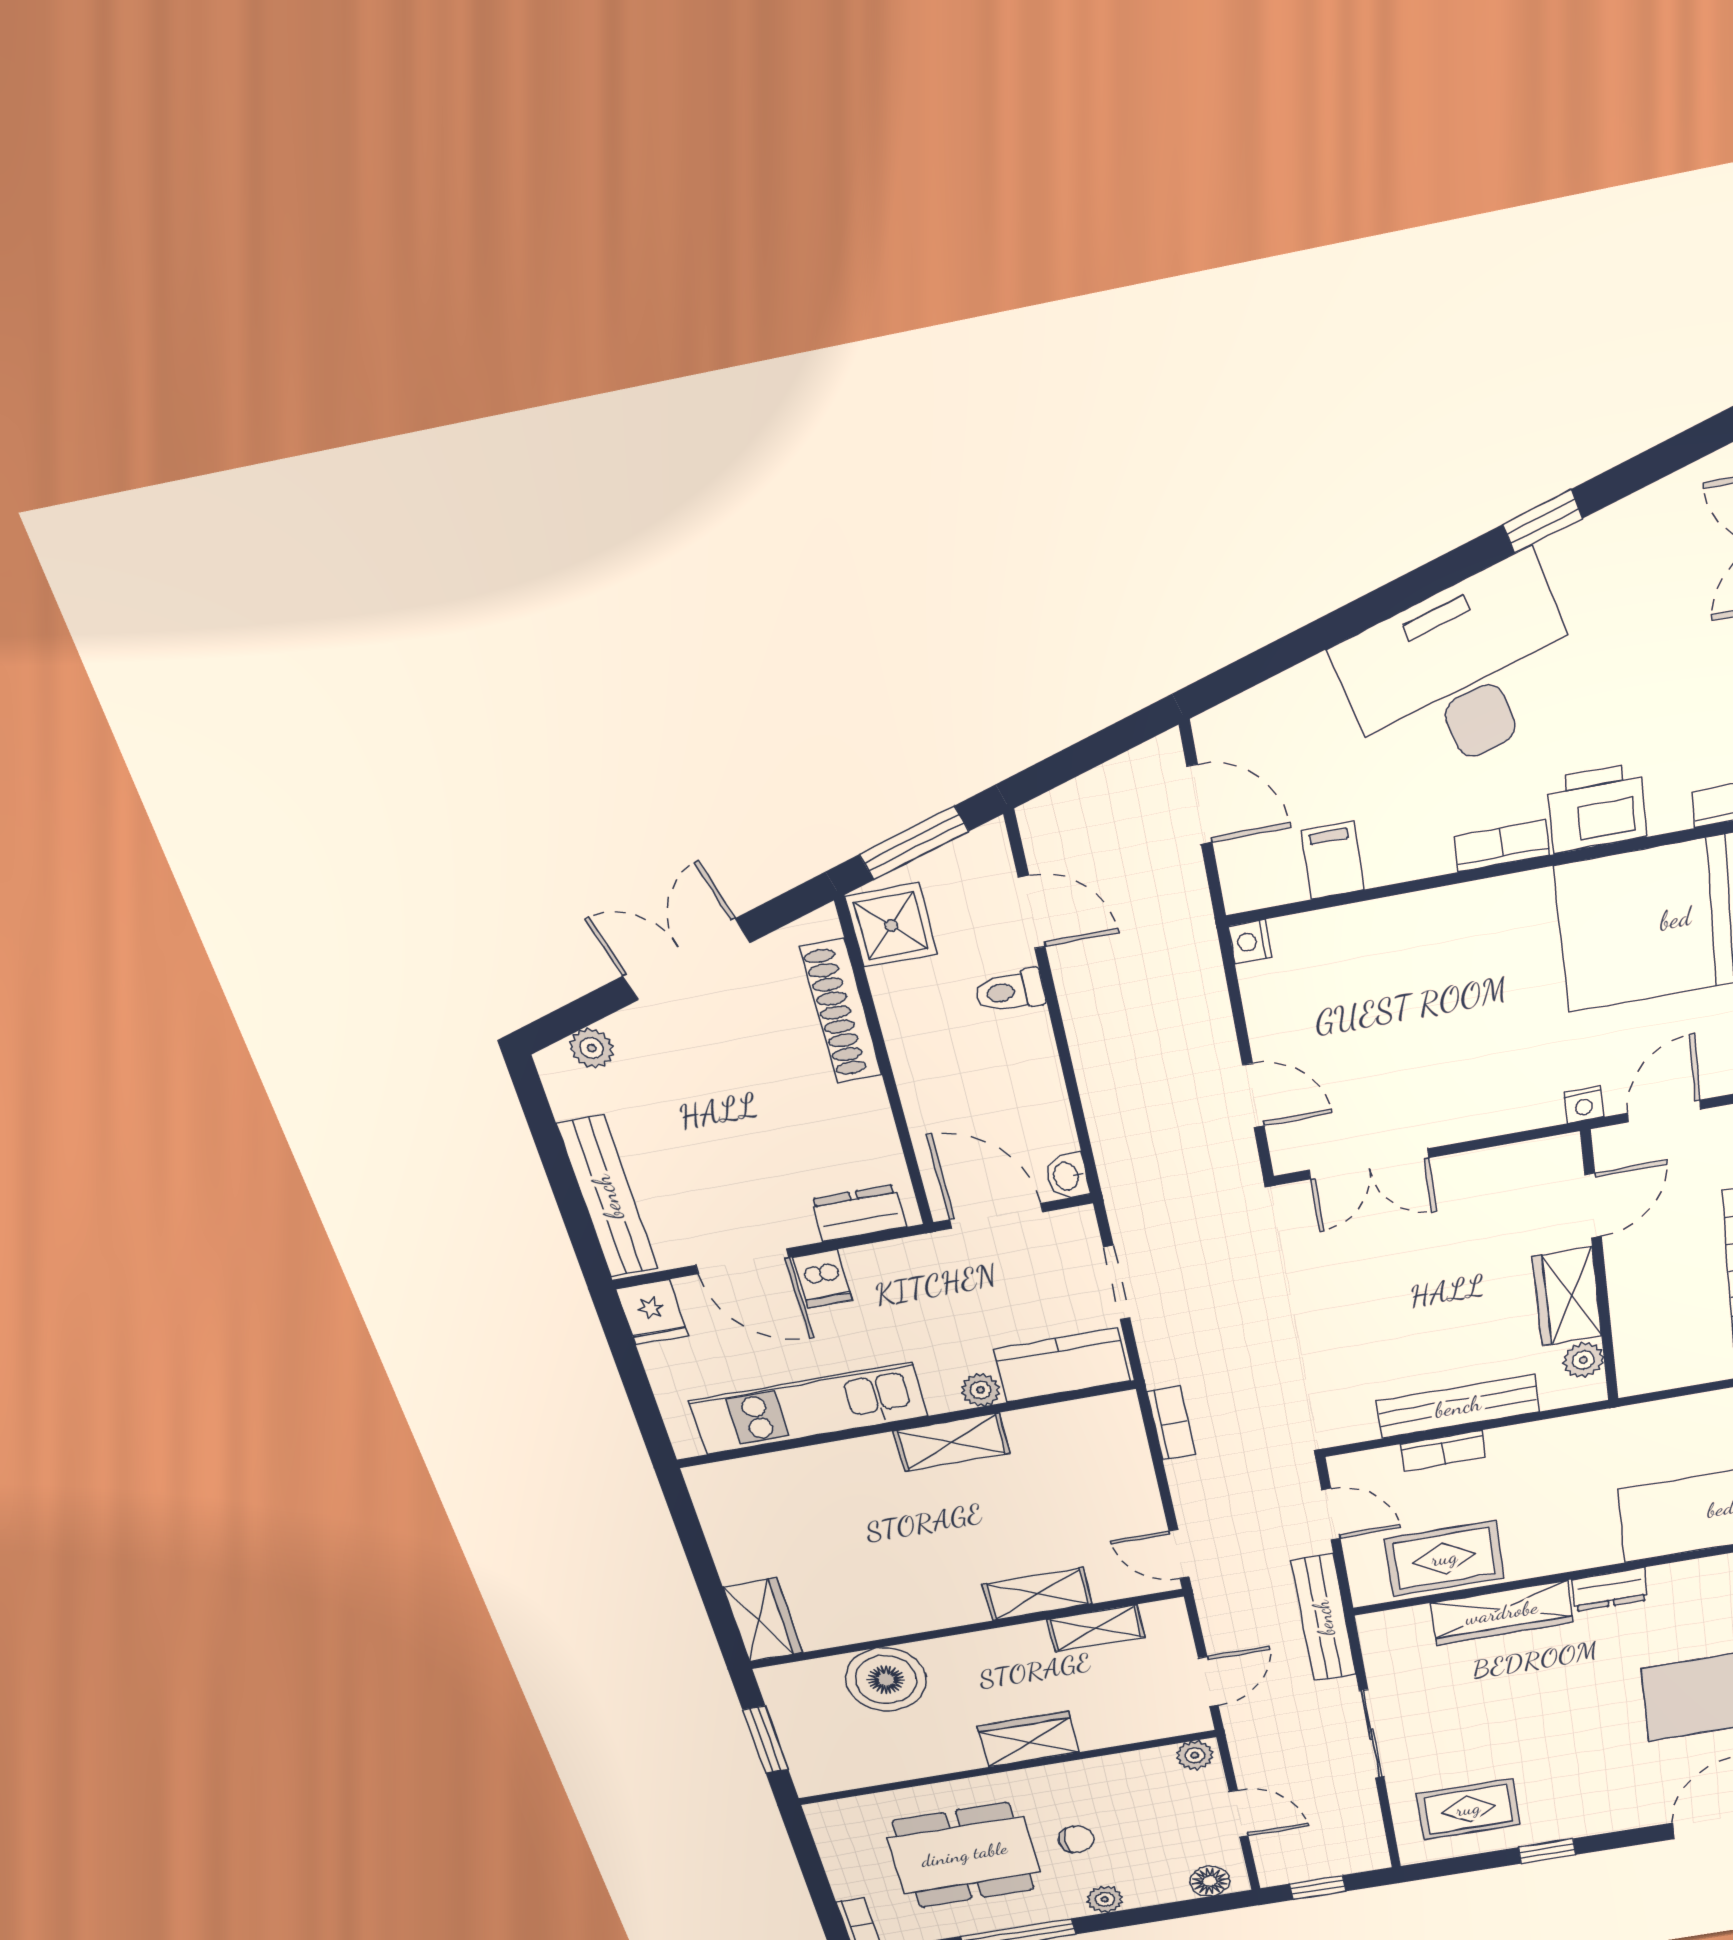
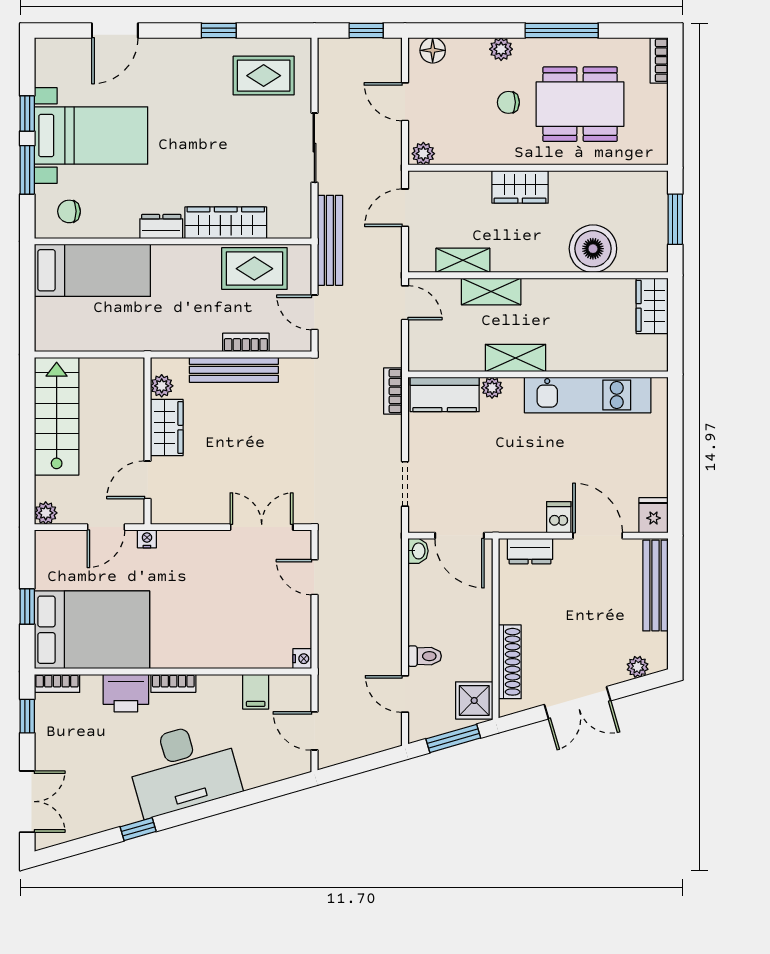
kitchen counter: (1062, 1365) -> (445, 394), moved
plant: (980, 1390) -> (492, 388), moved
kitchen unit: (809, 1408) -> (588, 395), moved
wall: (905, 1424) -> (538, 374), moved
shelving: (952, 1442) -> (516, 358), moved

